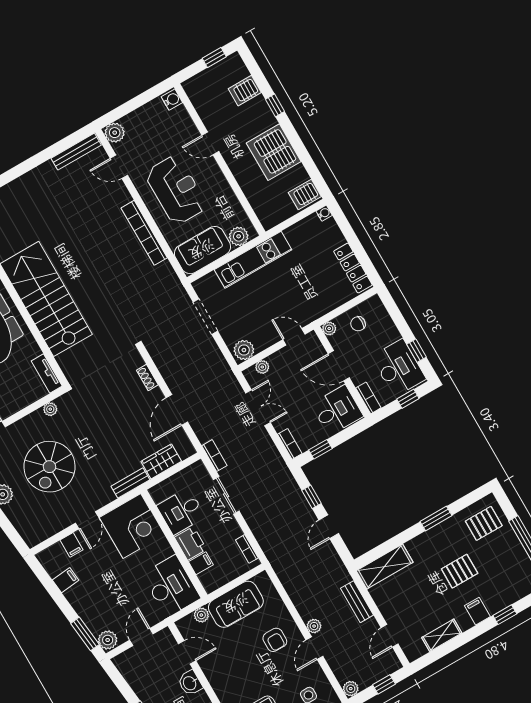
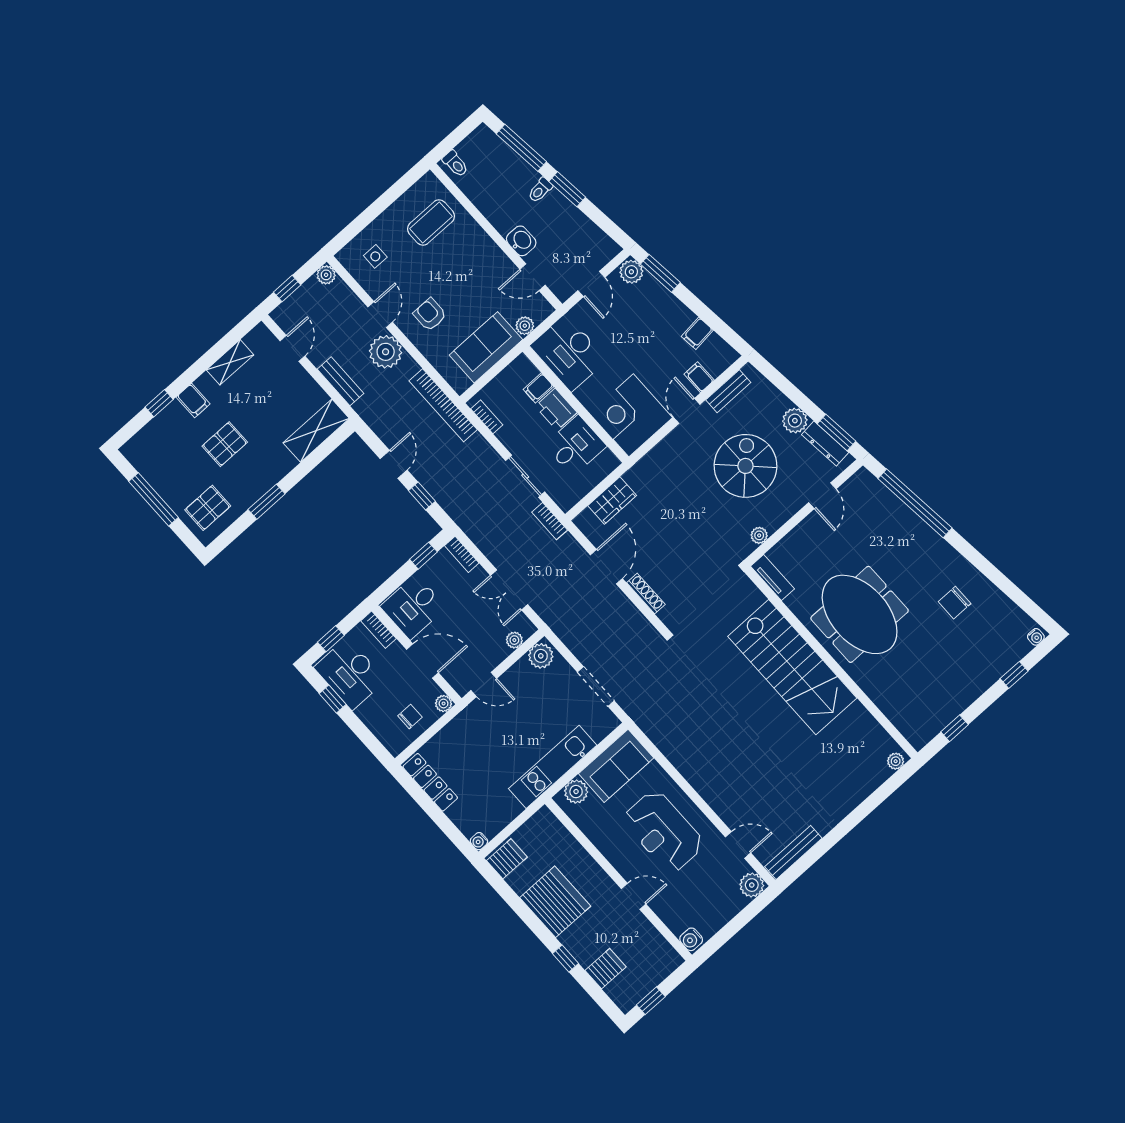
bookcase: (144, 233) -> (443, 405), moved, turned 180
shoe rack: (147, 377) -> (646, 594), width x1.43
bench: (130, 483) -> (728, 391), moved
plant: (314, 626) -> (386, 352), width x1.88, depth x1.88

